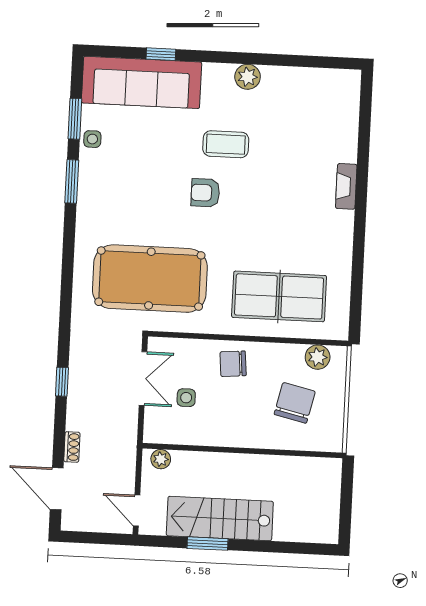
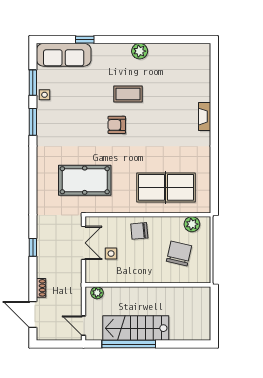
sofa: (141, 82) -> (64, 55), width x0.74, depth x0.79
pool table: (150, 279) -> (85, 180), width x0.73, depth x0.76
window: (207, 544) -> (129, 344), width x2.11

